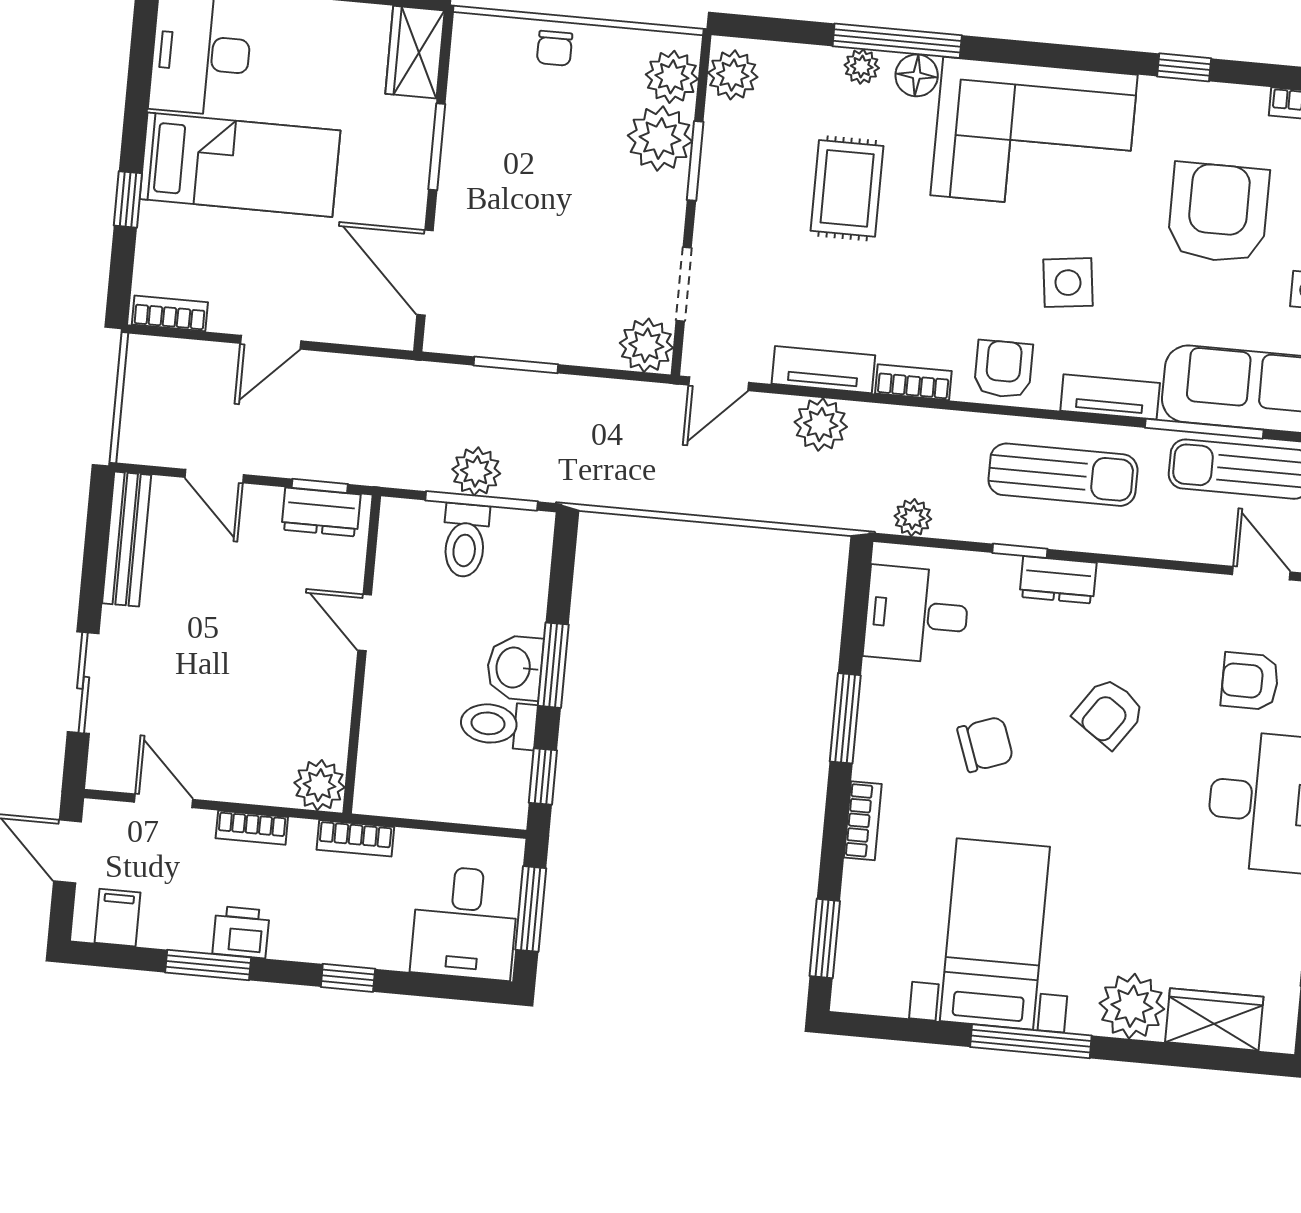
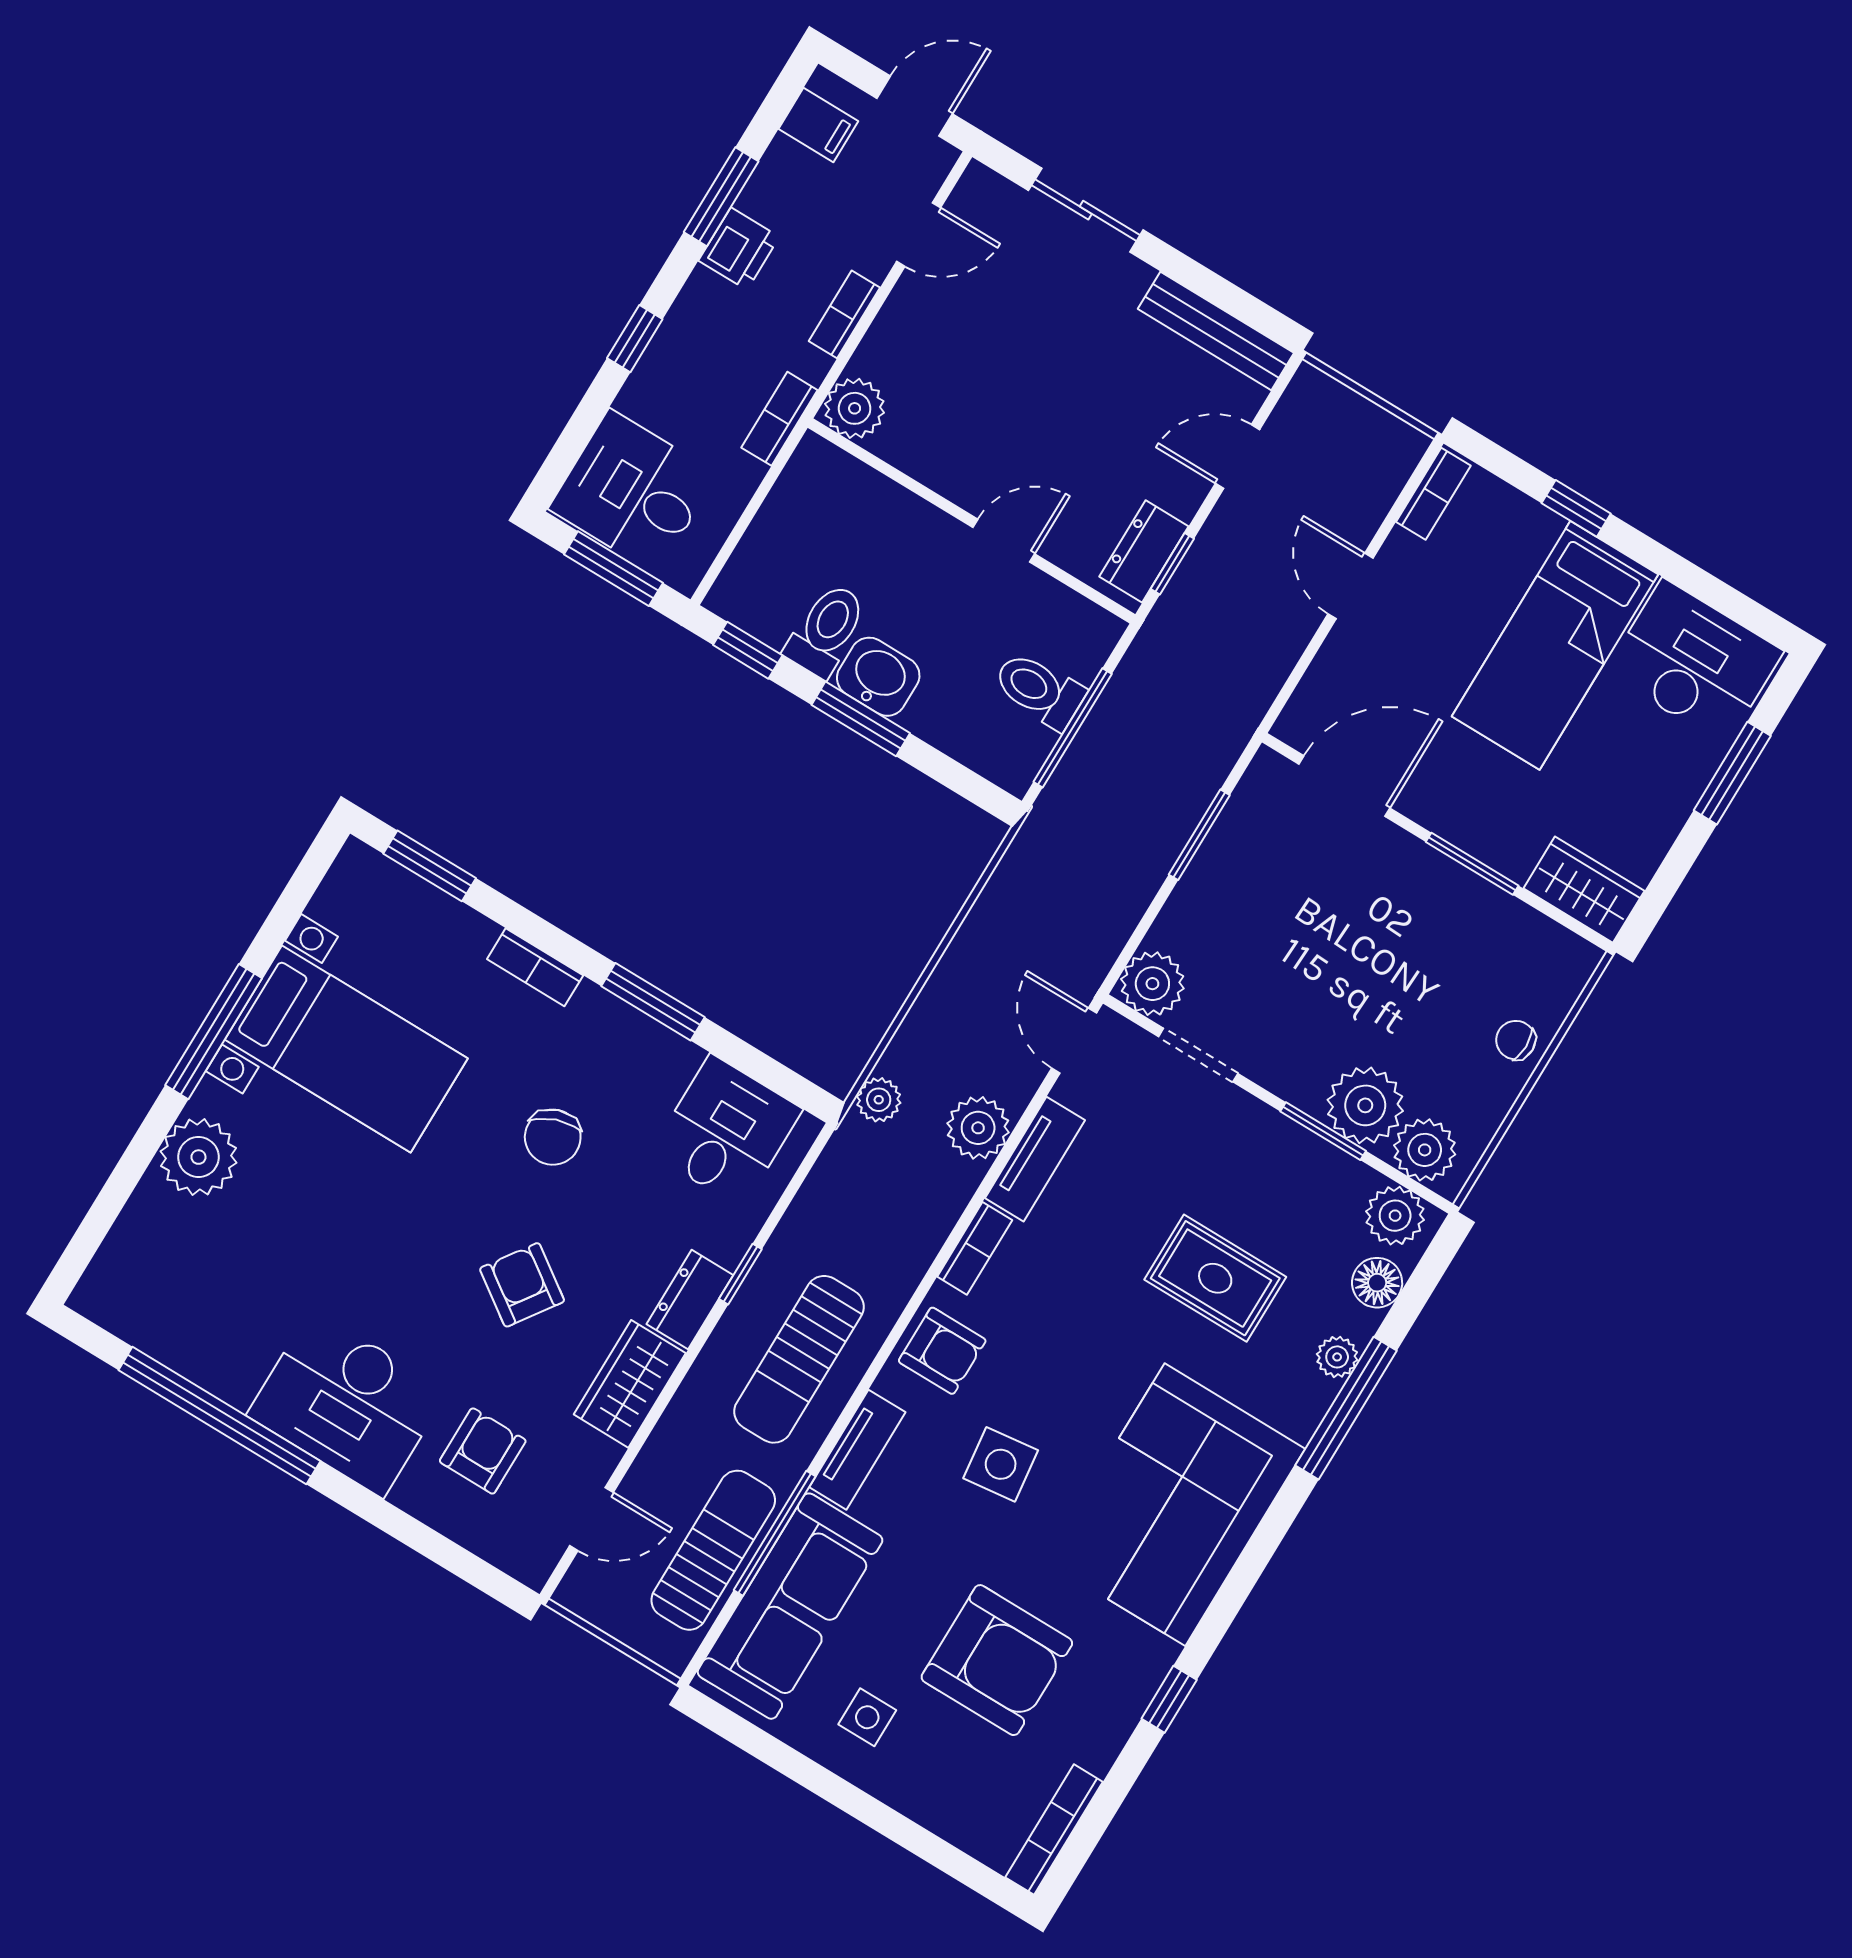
floor lamp: (917, 75) -> (1377, 1283), moved
plant: (476, 471) -> (1107, 738), removed
plant: (913, 518) -> (879, 1100), moved
wardrobe: (1214, 1019) -> (630, 1384), moved, turned 180

